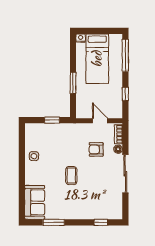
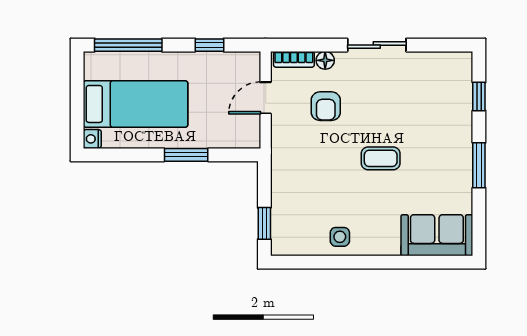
window: (52, 120) -> (264, 223), moved
sliding door: (125, 174) -> (377, 45), width x0.73
window: (54, 222) -> (479, 165), moved

